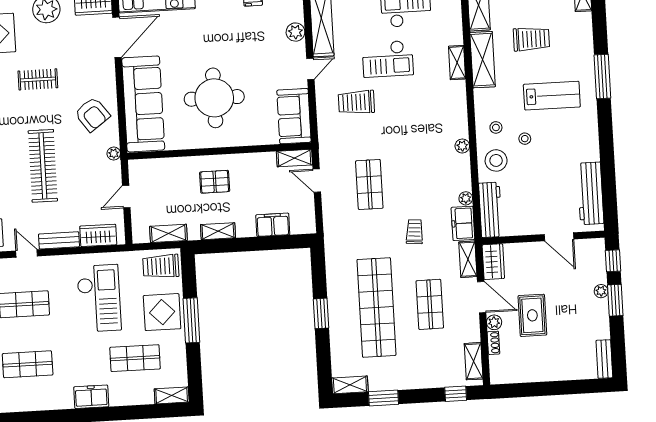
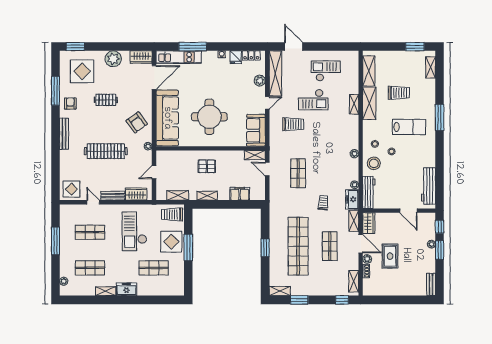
trolley: (356, 102) -> (293, 124), turned 180
clothes rail: (43, 166) -> (106, 151), turned 90
checkout: (99, 298) -> (134, 231), turned 180
shelving: (172, 395) -> (106, 291), moved

